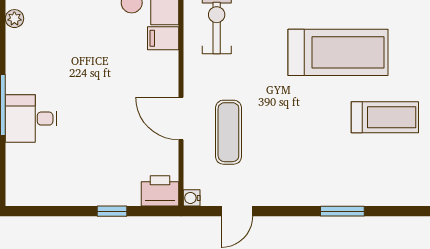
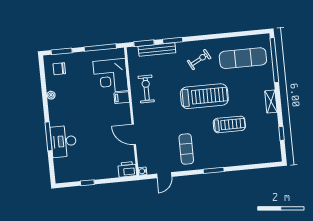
desk: (31, 119) -> (64, 141), width x1.37
exercise mat: (228, 132) -> (186, 149), moved
window: (112, 211) -> (87, 183), moved

